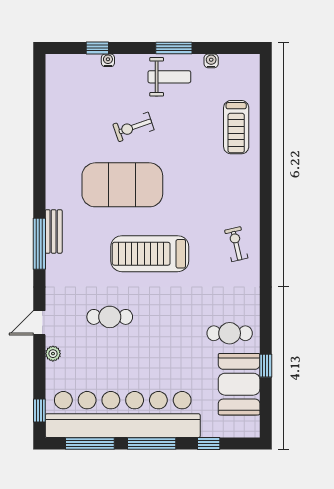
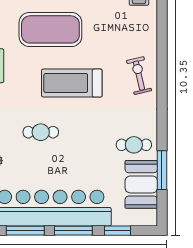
exercise bike: (236, 244) -> (139, 76), width x1.38, depth x1.39
window: (266, 366) -> (162, 170), width x2.17
window: (209, 444) -> (118, 231), width x1.50

